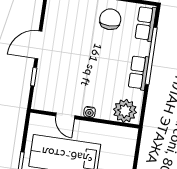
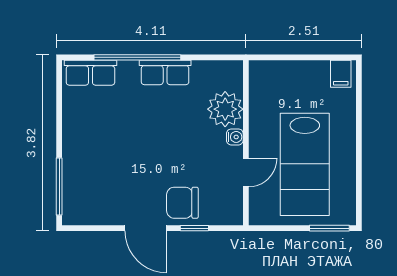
chair: (110, 19) -> (182, 203), moved
plant: (125, 111) -> (225, 109), moved

